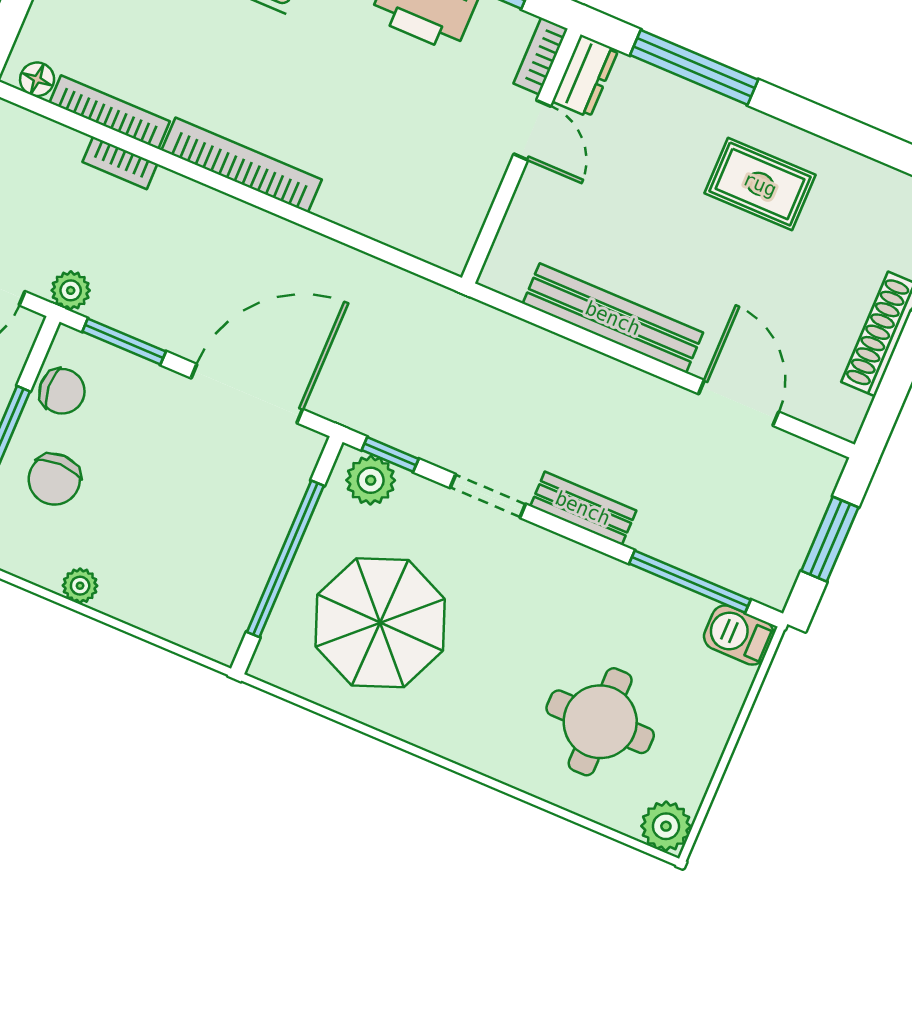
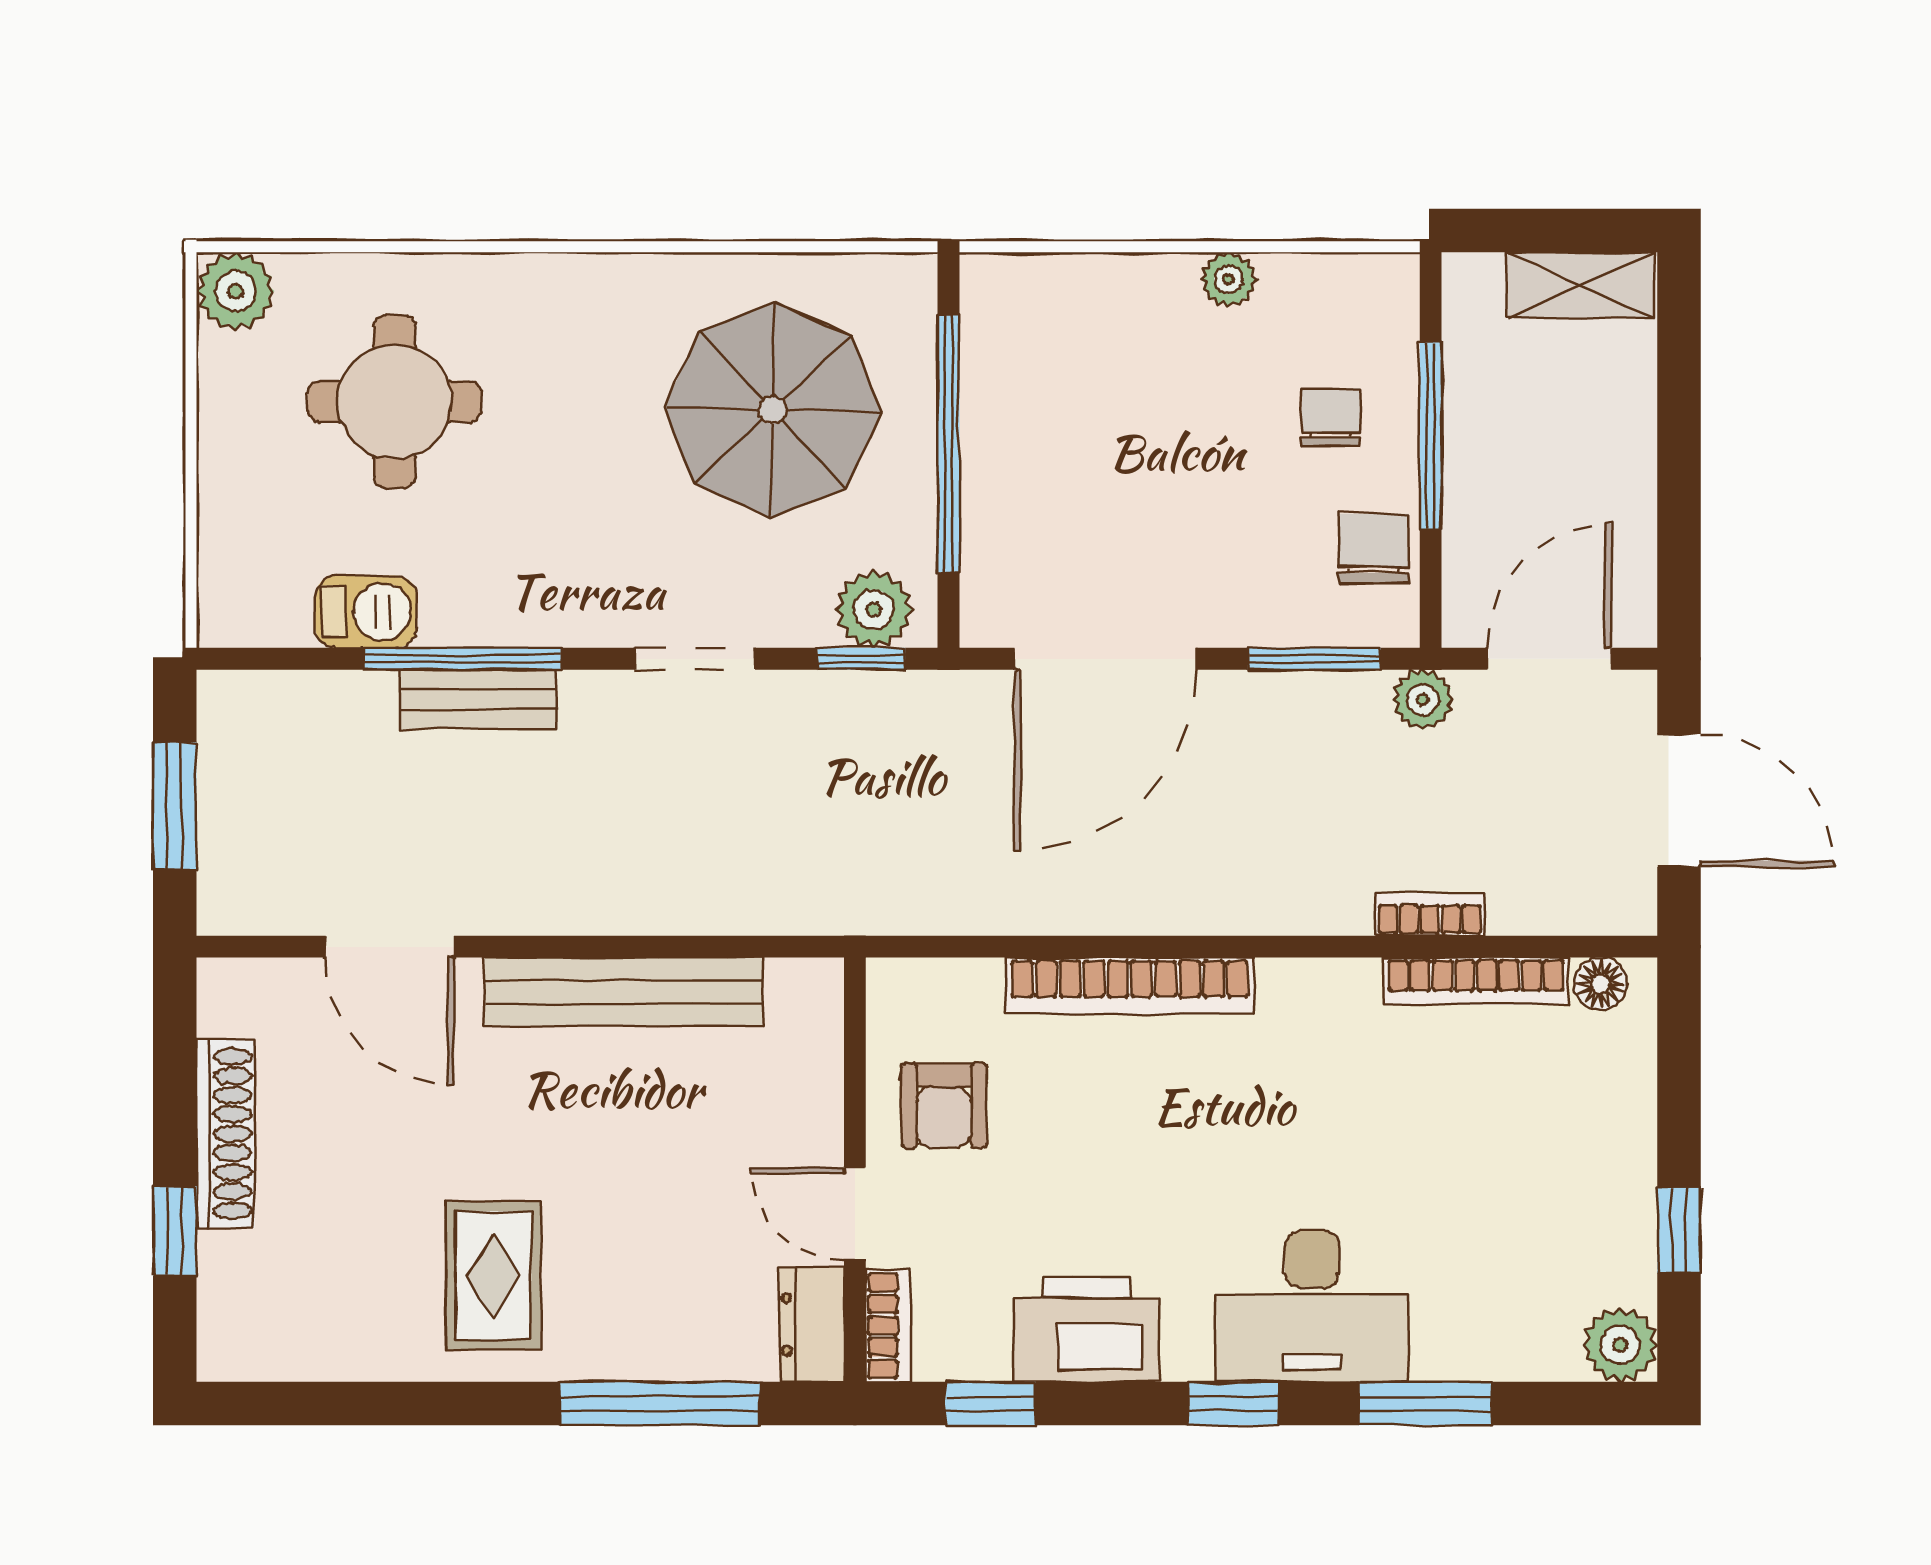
bookcase: (242, 165) -> (1130, 986), moved
armchair: (453, 172) -> (944, 1105), added
rug: (760, 184) -> (493, 1276), turned 90
chair: (62, 391) -> (1374, 549), turned 94
chair: (54, 479) -> (1331, 417), width x0.73, depth x0.73
bench: (583, 508) -> (478, 699), moved
window: (690, 582) -> (462, 659), moved
barbecue: (739, 635) -> (366, 612), moved

